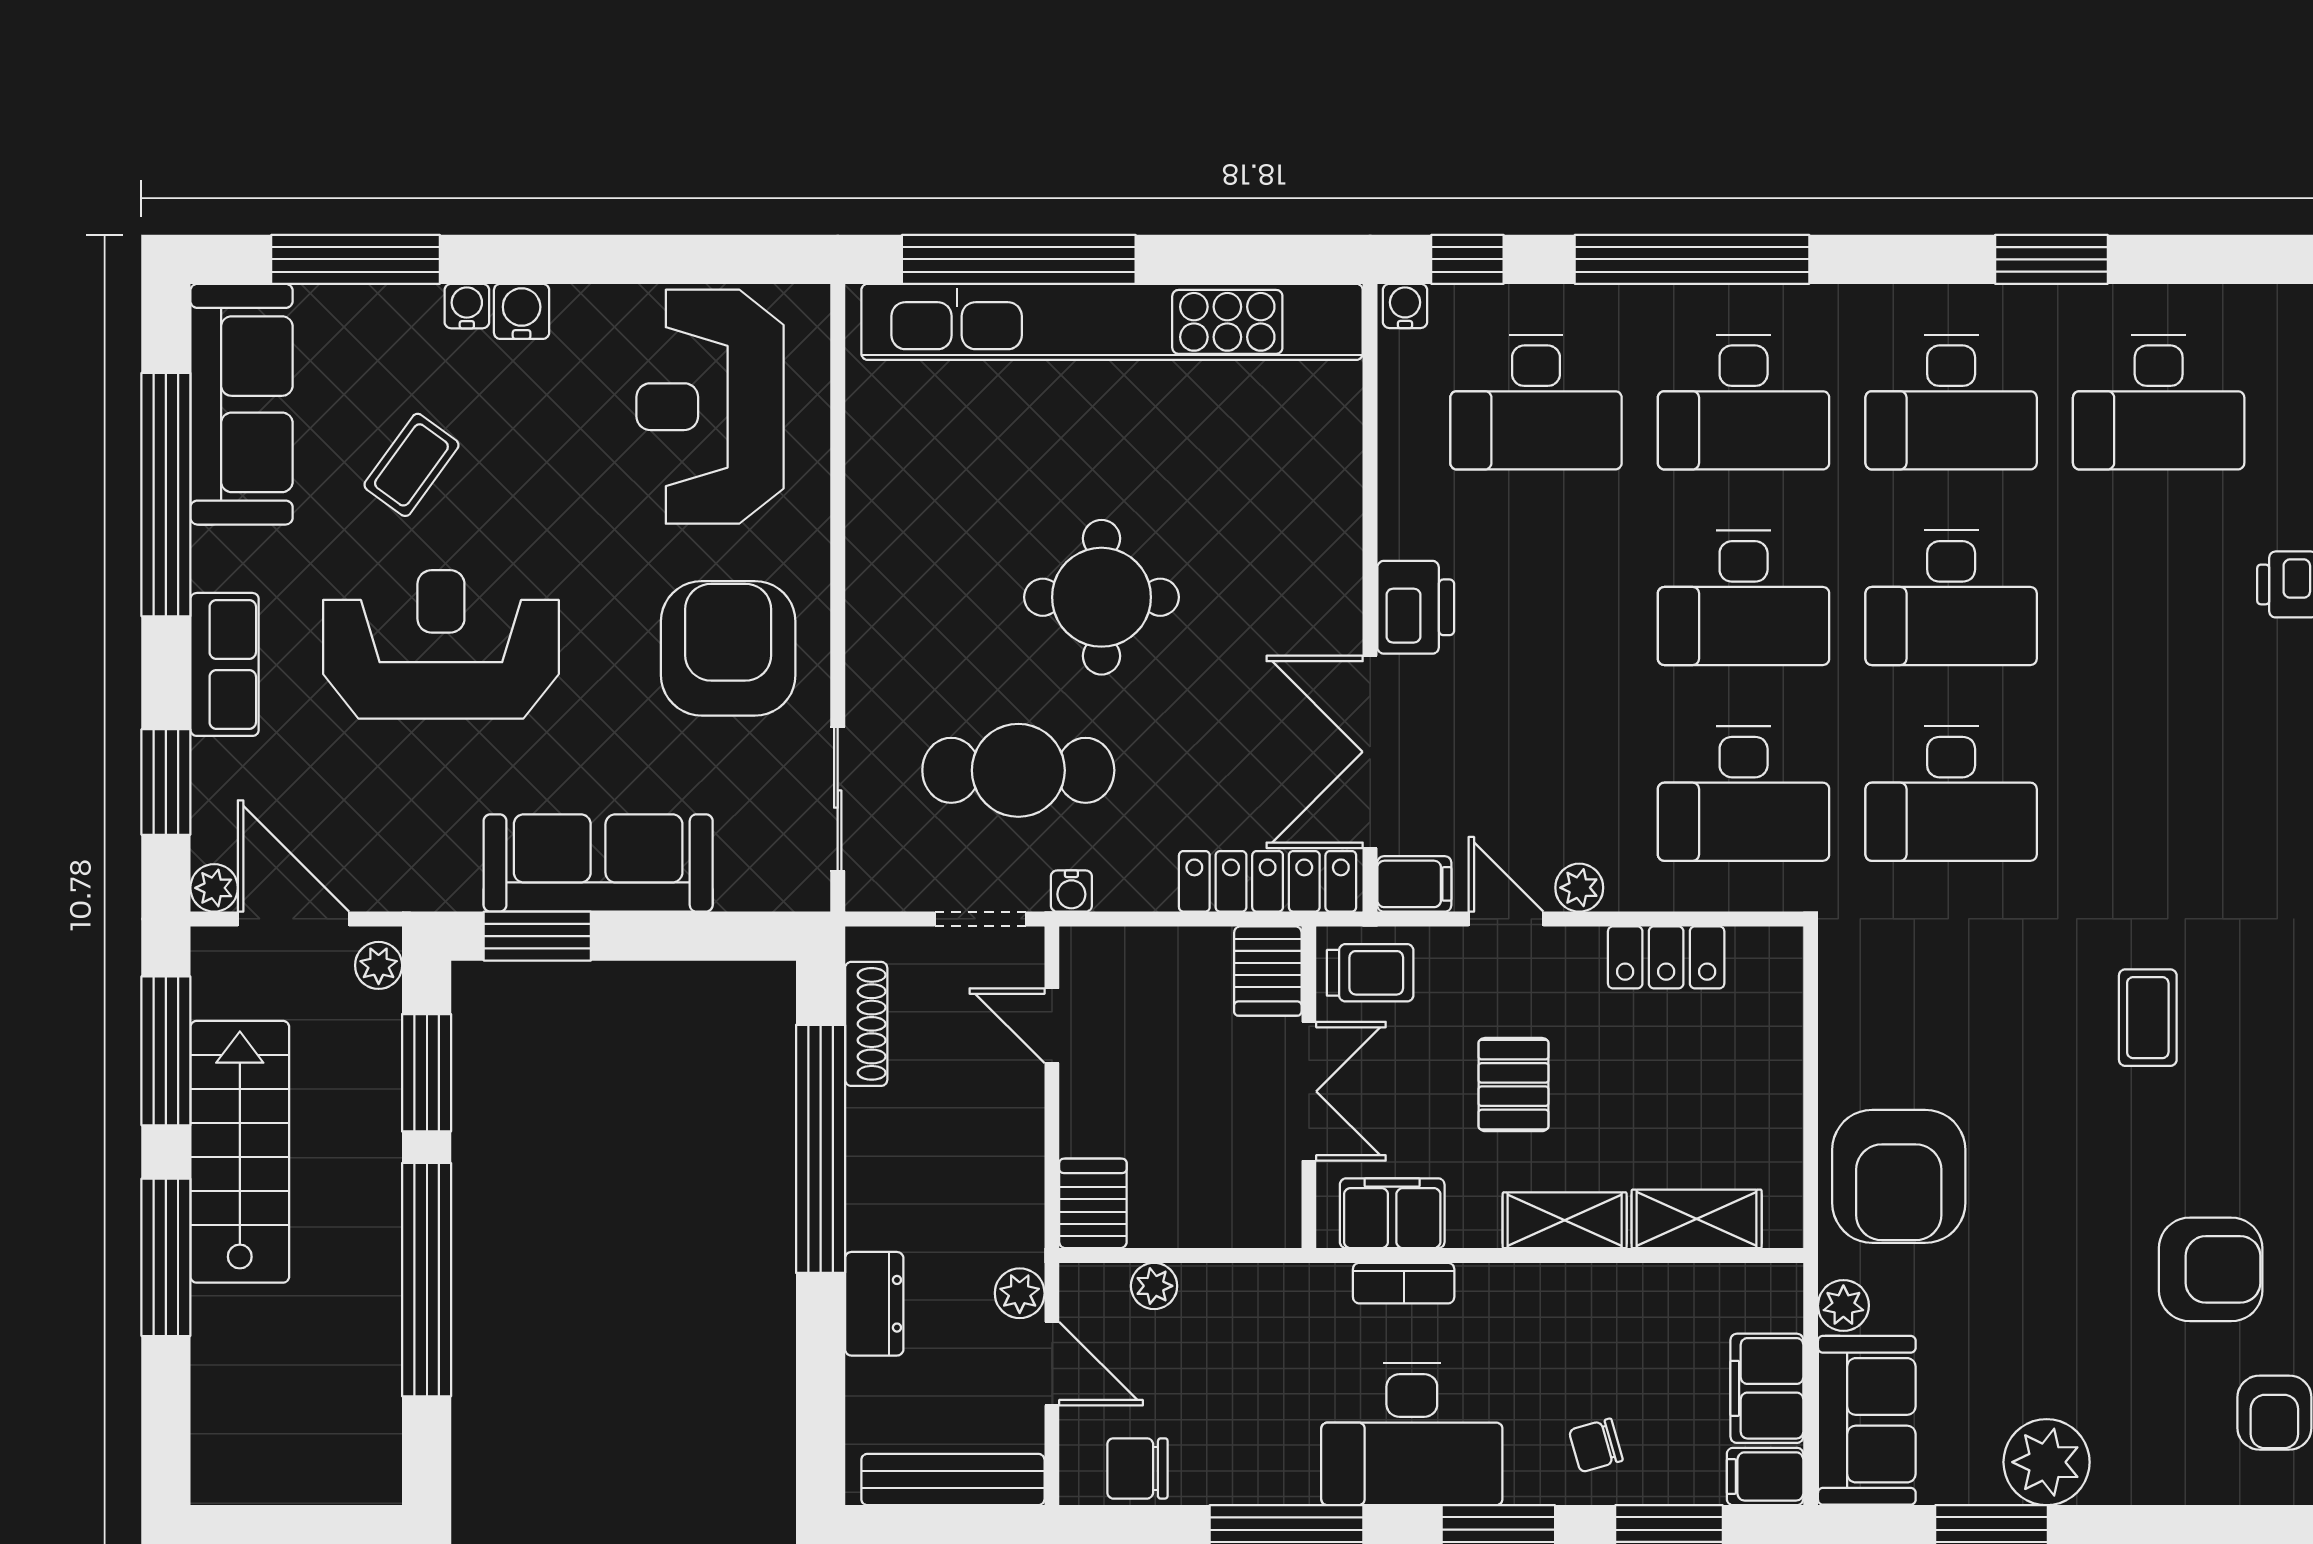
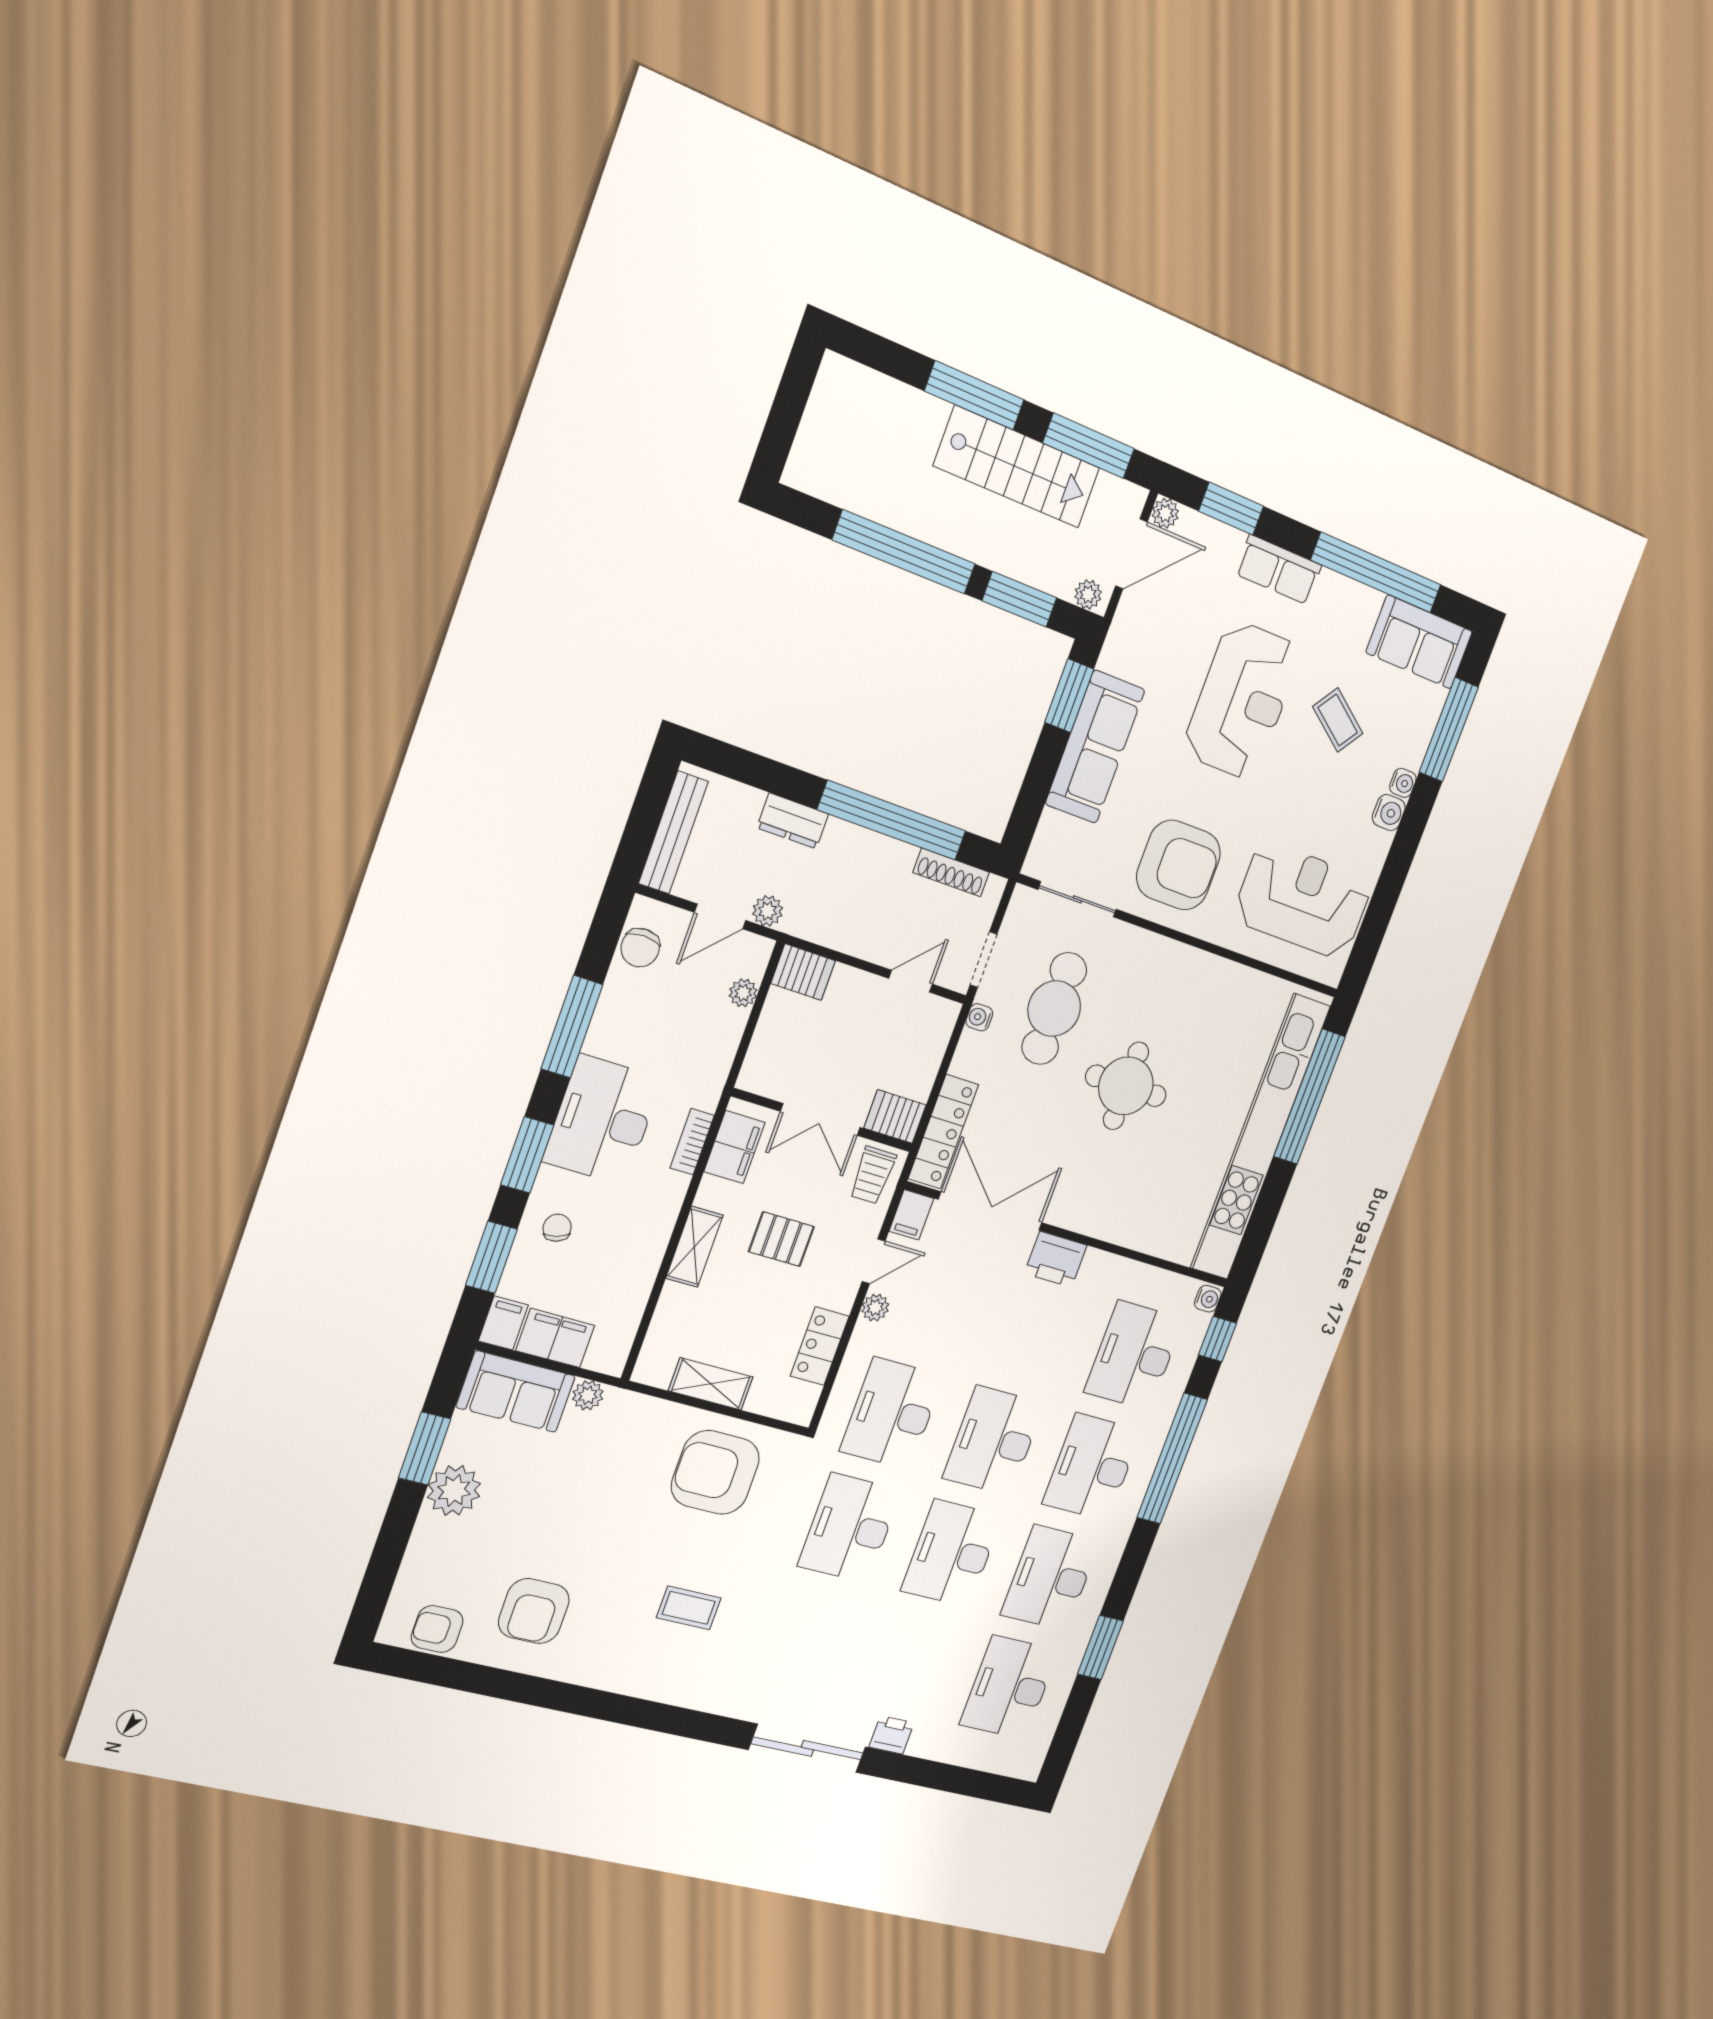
sofa: (242, 404) -> (1419, 642), width x0.73
armchair: (1899, 1176) -> (715, 1472), moved
shelving: (1697, 1219) -> (711, 1384), moved, turned 90
chair: (1137, 1468) -> (640, 948), turned 180

